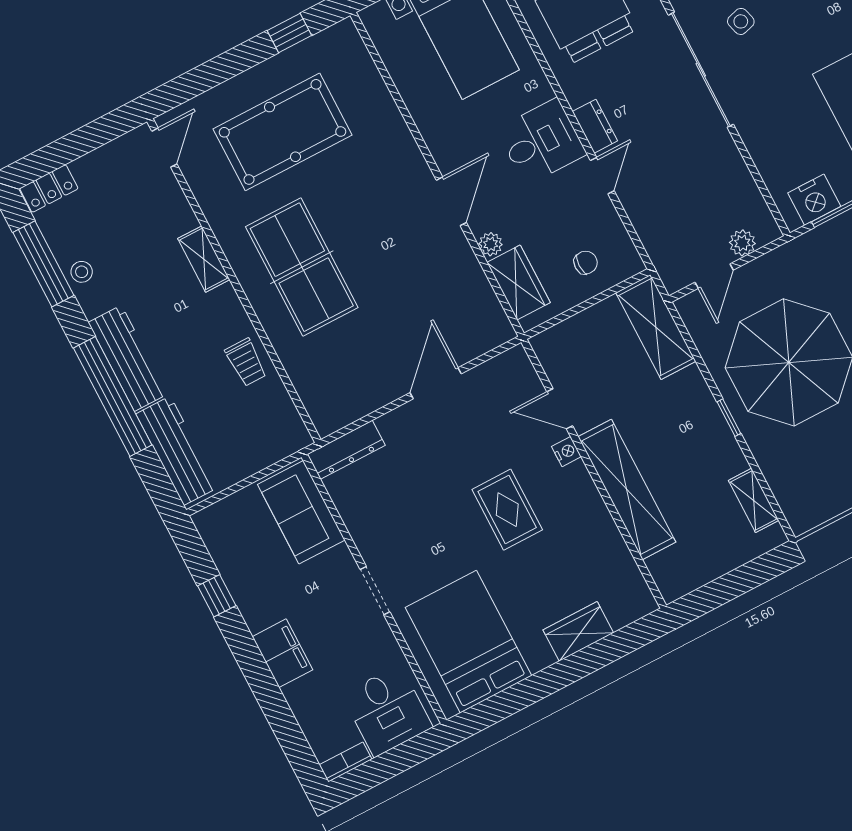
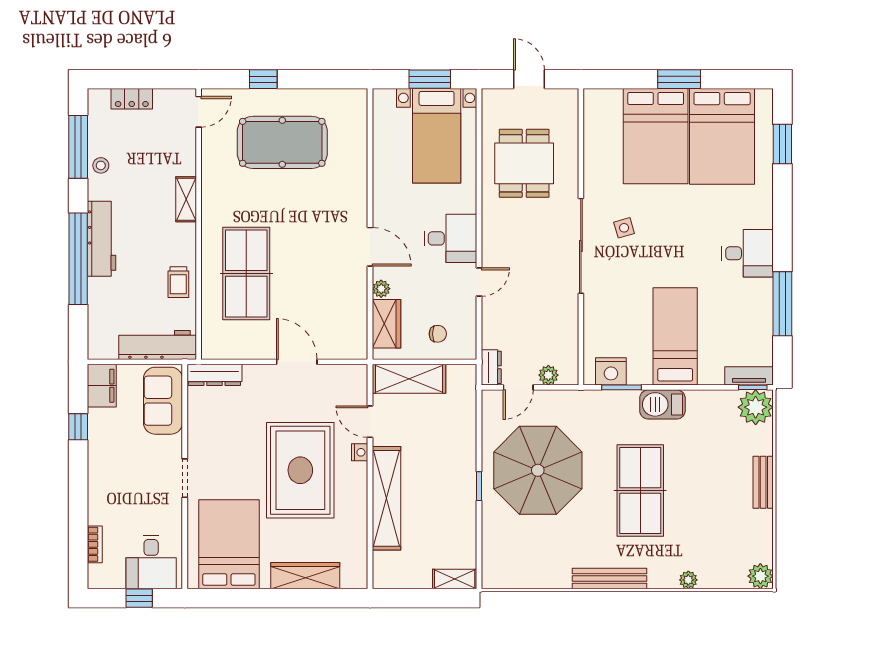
window: (289, 33) -> (263, 79), moved
dresser: (595, 126) -> (491, 367), moved
locker: (49, 188) -> (132, 99), moved
door: (451, 201) -> (370, 247), hinge flipped
table tennis table: (302, 267) -> (246, 273), moved
shelving: (656, 327) -> (409, 379), moved, turned 90
door: (436, 383) -> (297, 362), hinge flipped
workbench: (177, 451) -> (158, 345), moved, turned -90
shelving: (754, 500) -> (455, 579), moved, turned 90
rug: (507, 510) -> (300, 470), width x1.86, depth x2.06
wardrobe: (578, 631) -> (305, 576), width x1.50
filing cabinet: (282, 653) -> (102, 386), moved
window: (395, 761) -> (139, 598), added
bookcase: (346, 762) -> (95, 544), moved, turned 90

